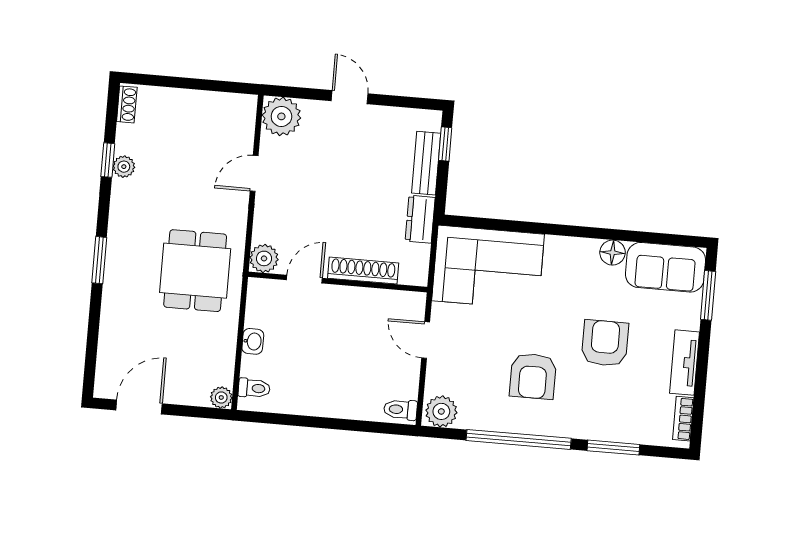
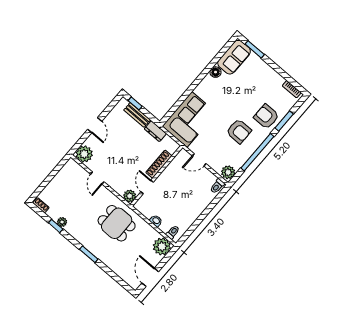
door: (350, 97) -> (95, 125), swing flipped
armchair: (605, 343) -> (266, 117), moved
tv unit: (685, 363) -> (272, 75), removed
plant: (221, 397) -> (162, 246), width x1.88, depth x1.88

